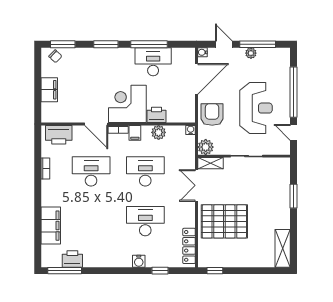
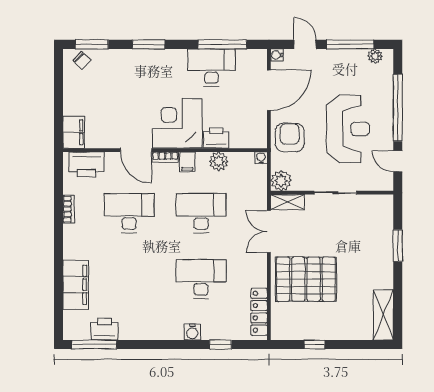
window: (149, 44) -> (222, 44), moved
plant: (251, 53) -> (375, 56), moved
filing cabinet: (49, 90) -> (74, 132), moved
window: (215, 271) -> (315, 344), moved

